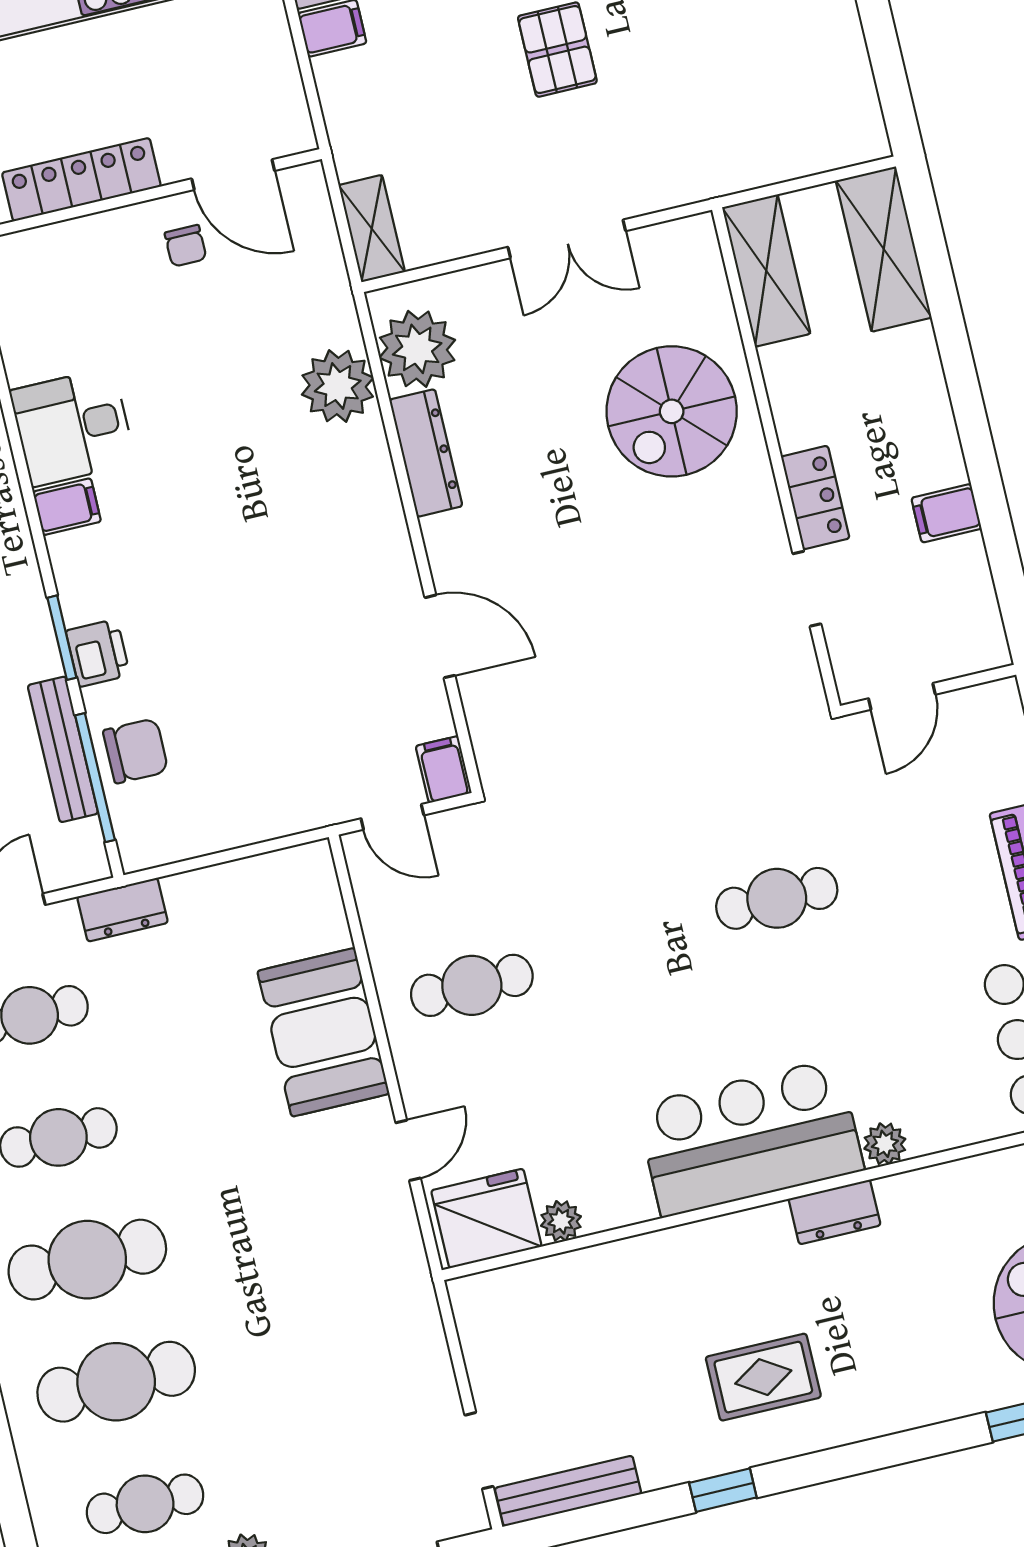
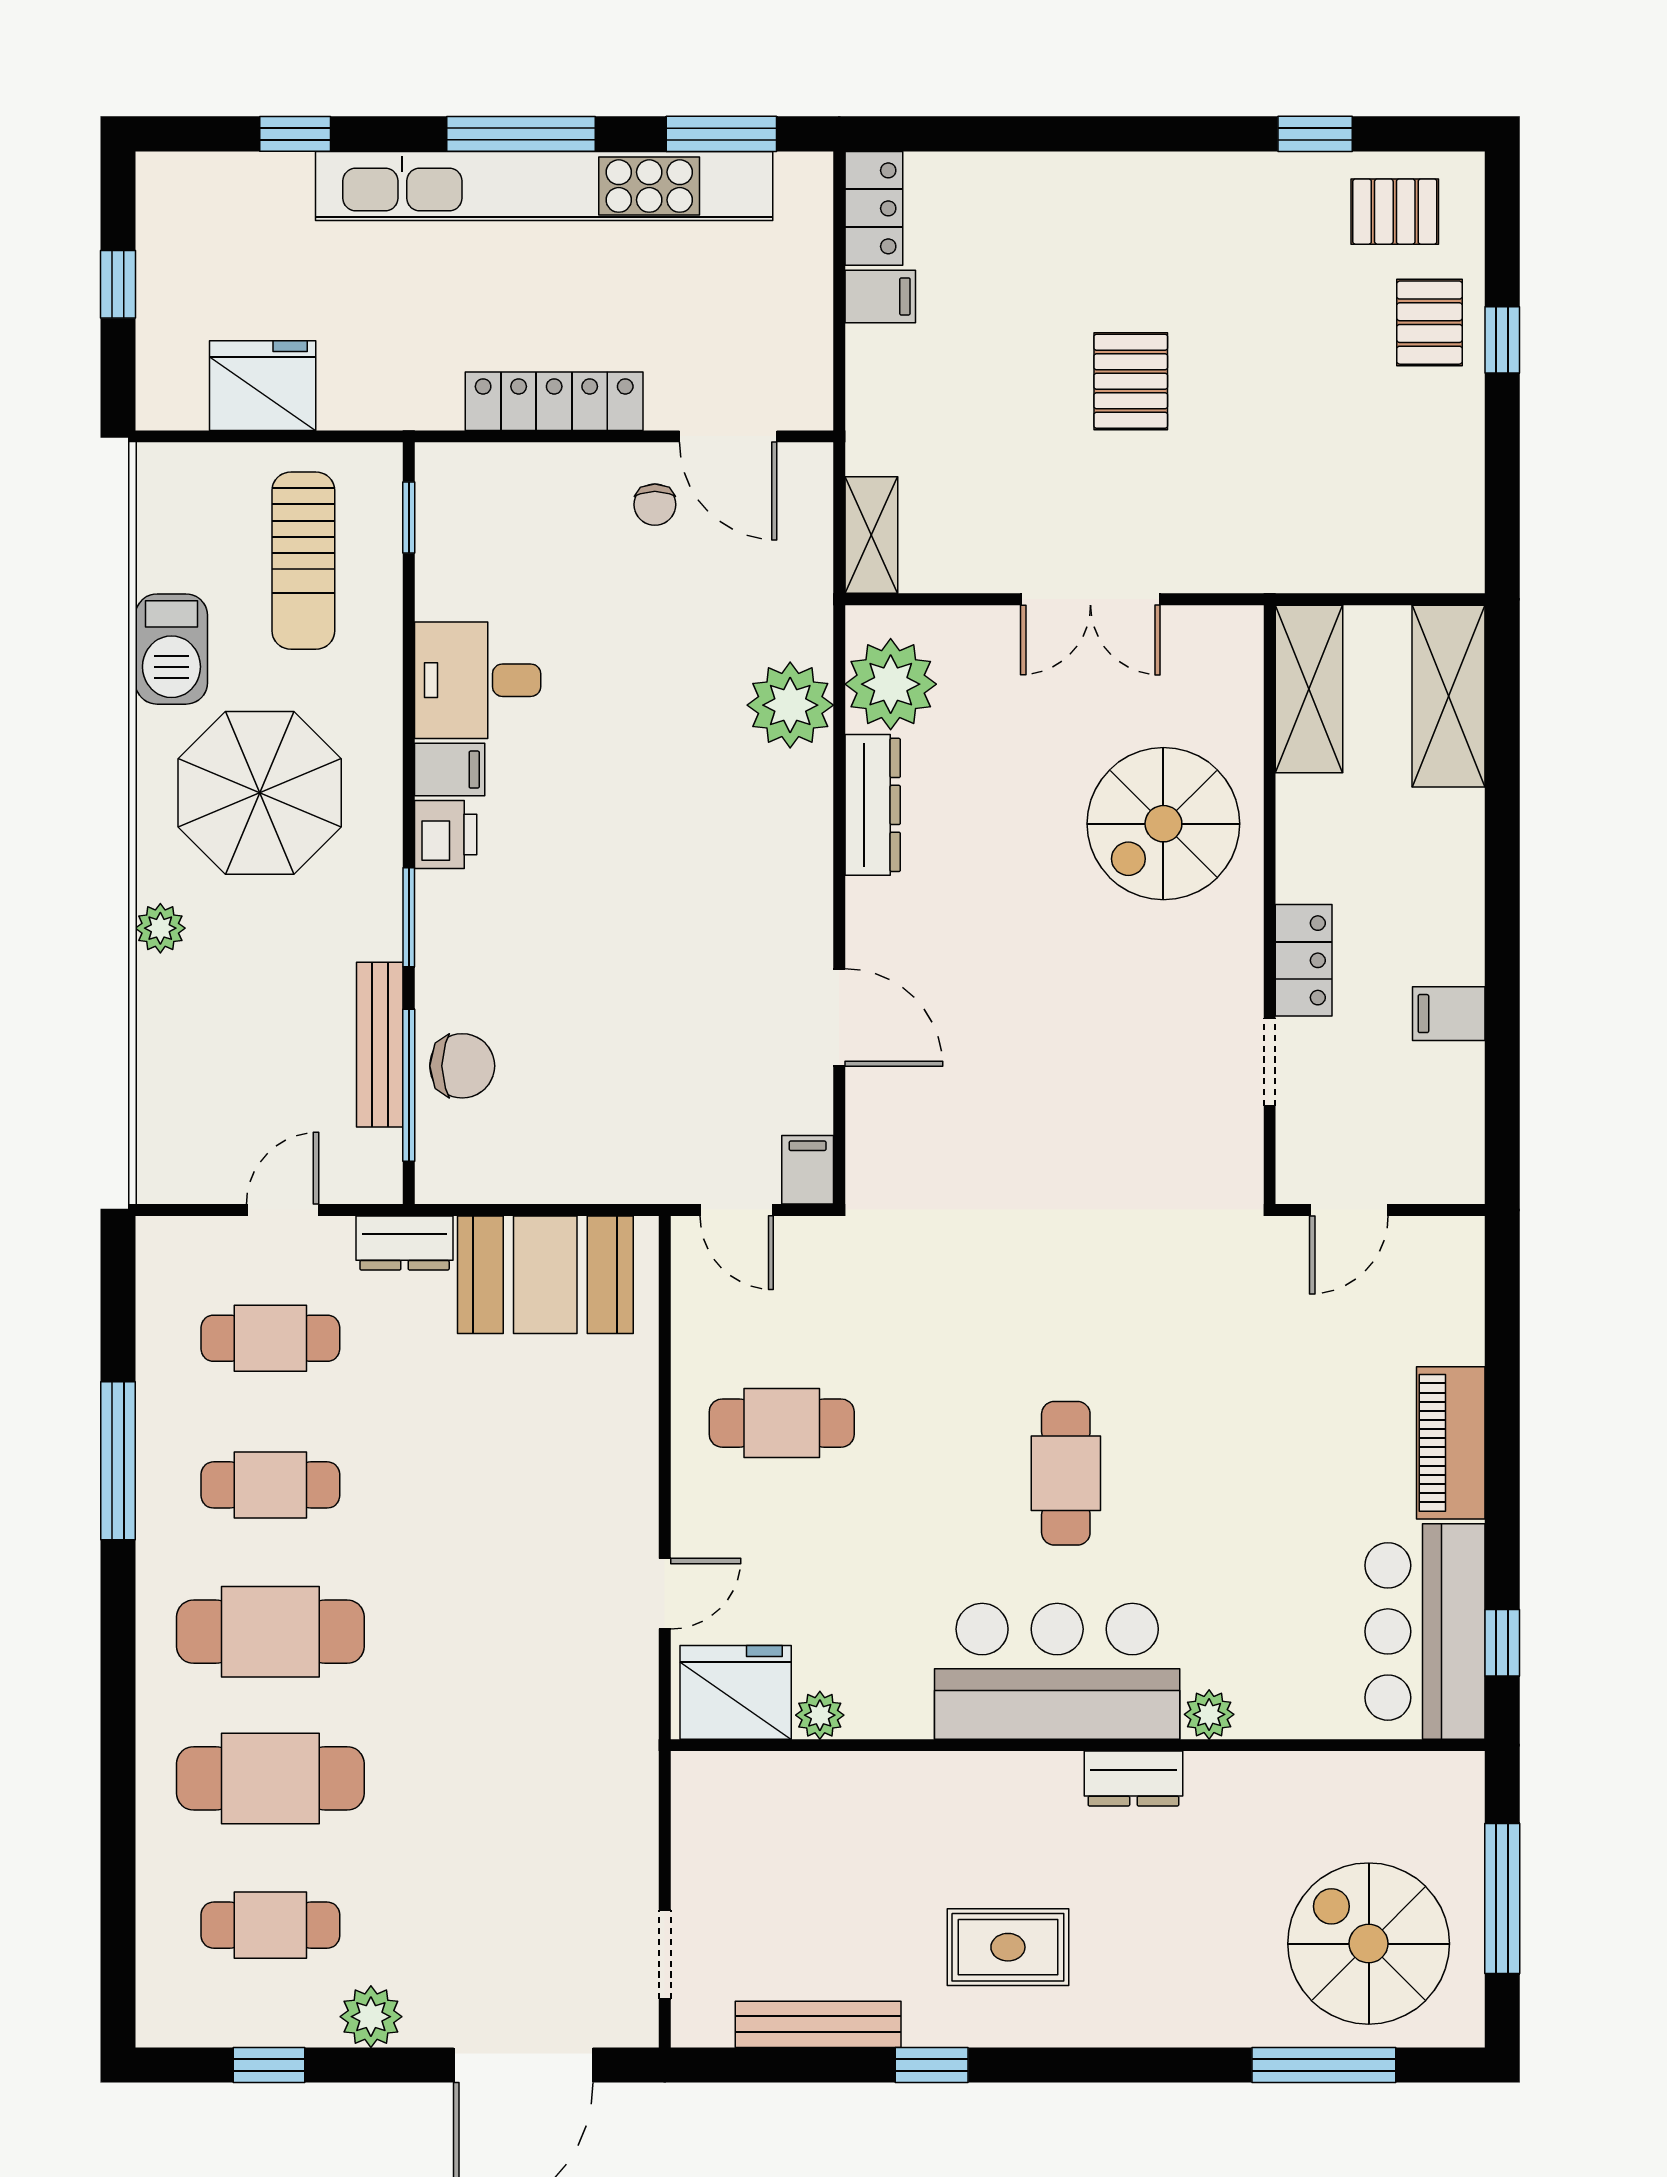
printer: (98, 653) -> (446, 835), moved
cafe table: (777, 898) -> (1066, 1473), moved, turned 90
booth: (323, 1032) -> (545, 1275), moved, turned 90
bench: (568, 1491) -> (818, 2024), moved

